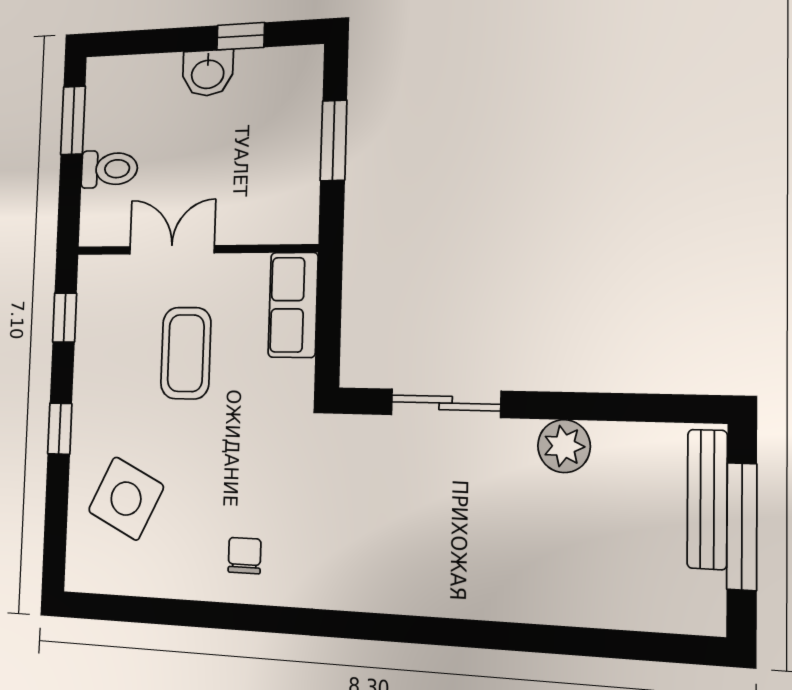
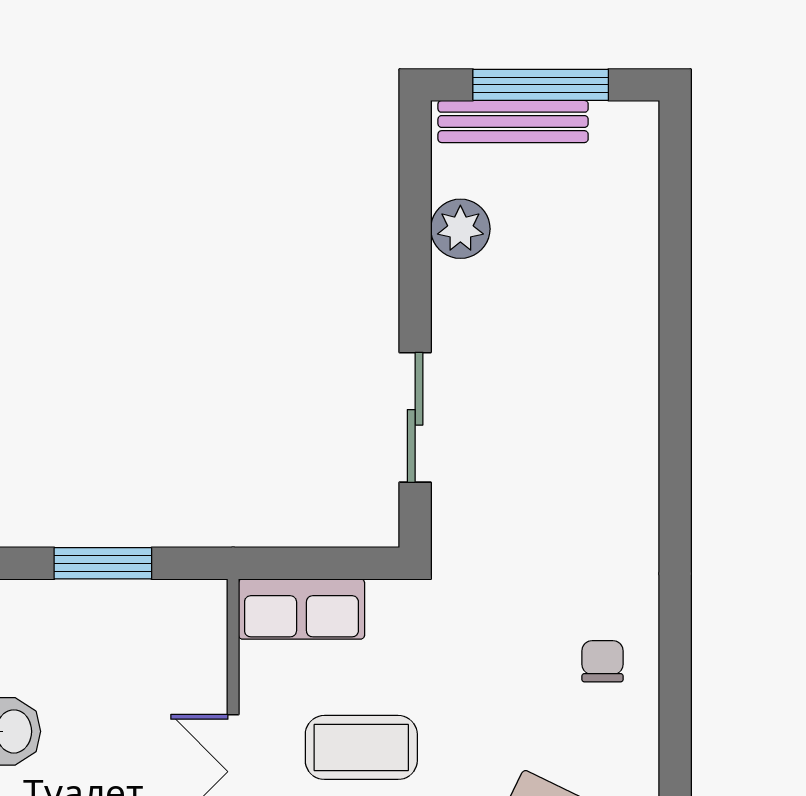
plant: (564, 446) -> (460, 229), moved
chair: (245, 556) -> (602, 661), turned 90

